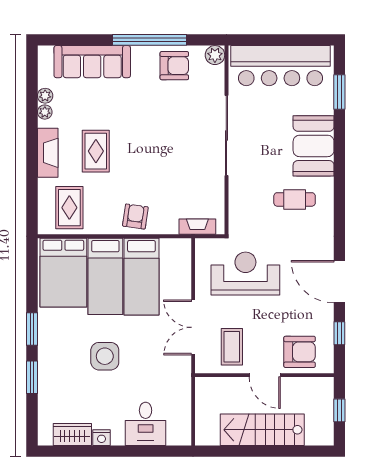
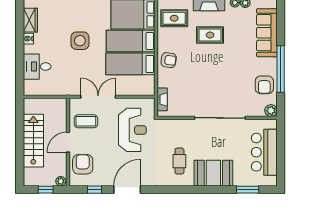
bar counter: (281, 66) -> (264, 152), width x0.73
armchair: (300, 352) -> (83, 164), turned 180
plant: (326, 386) -> (61, 181), added

